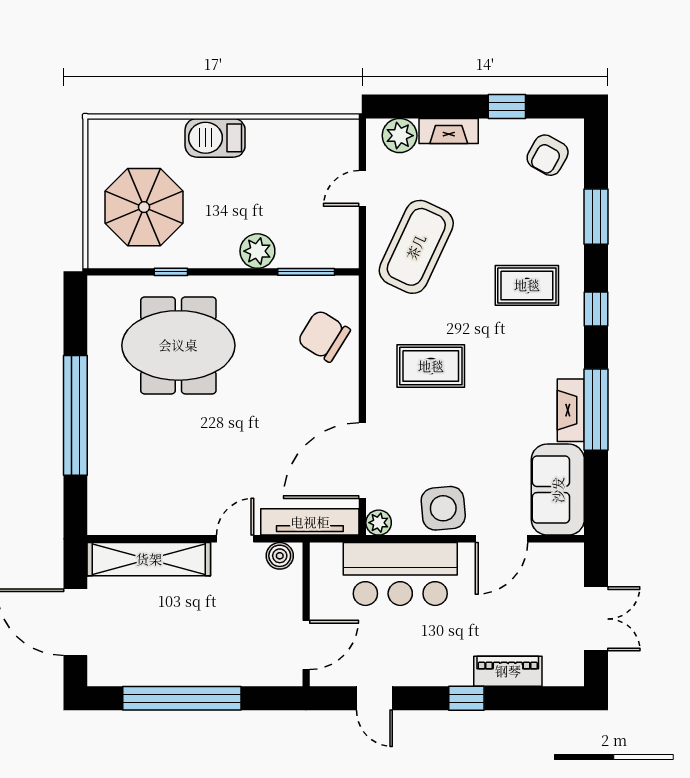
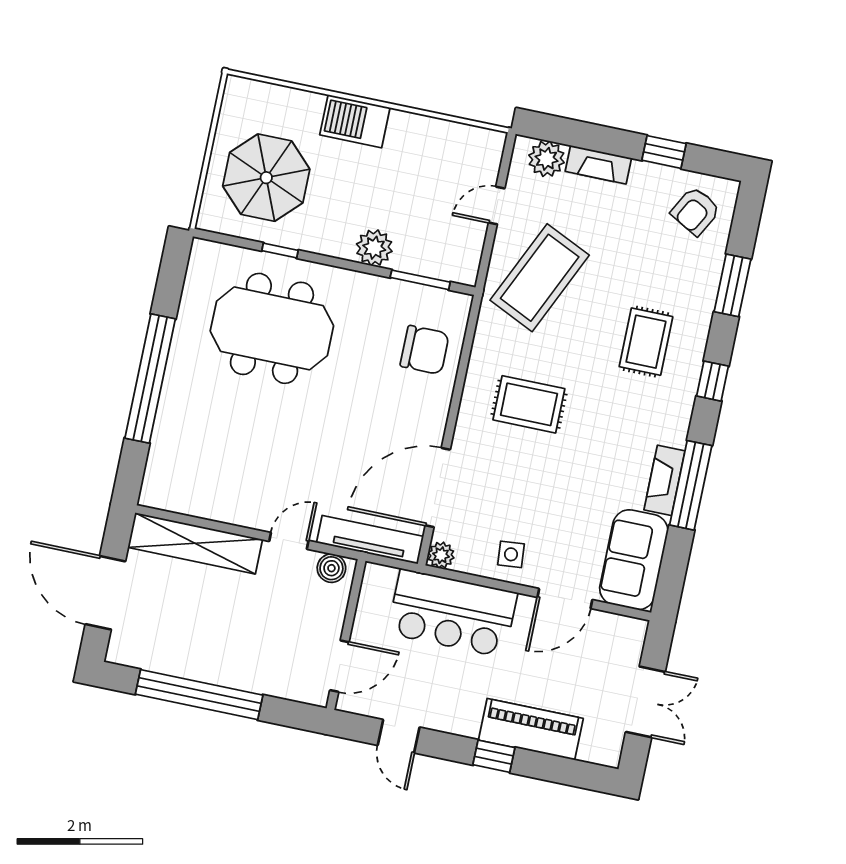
rug: (527, 285) -> (646, 342), turned 90
chair: (324, 336) -> (425, 350), turned 148
side table: (443, 508) -> (511, 554), width x0.54, depth x0.54
piano: (508, 671) -> (531, 729), width x1.37, depth x1.33

